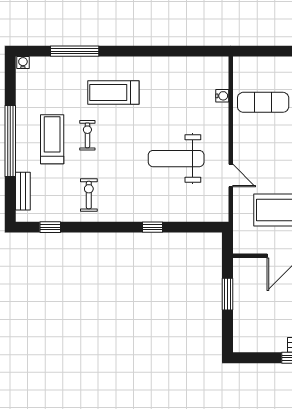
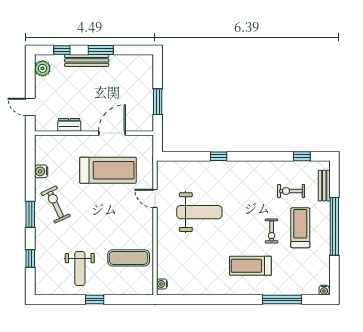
treadmill: (113, 93) -> (250, 266), turned 180
water cooler: (222, 96) -> (162, 284), moved
treadmill: (52, 139) -> (300, 228), turned 180
exercise bike: (89, 195) -> (291, 191), moved, turned 90

